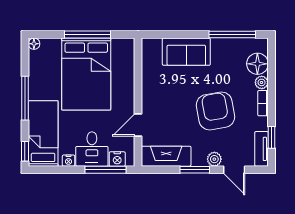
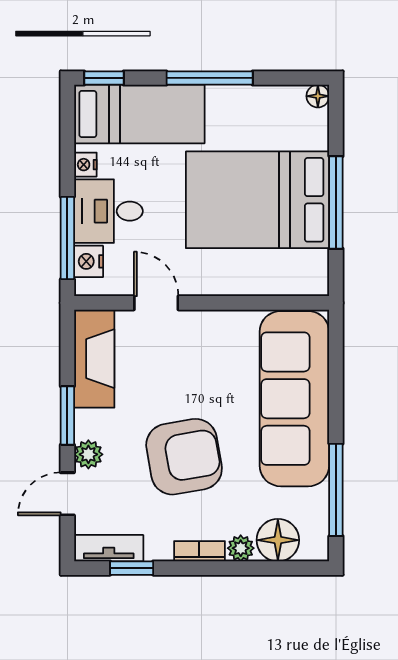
sofa: (186, 52) -> (294, 399), width x1.85, depth x1.27

